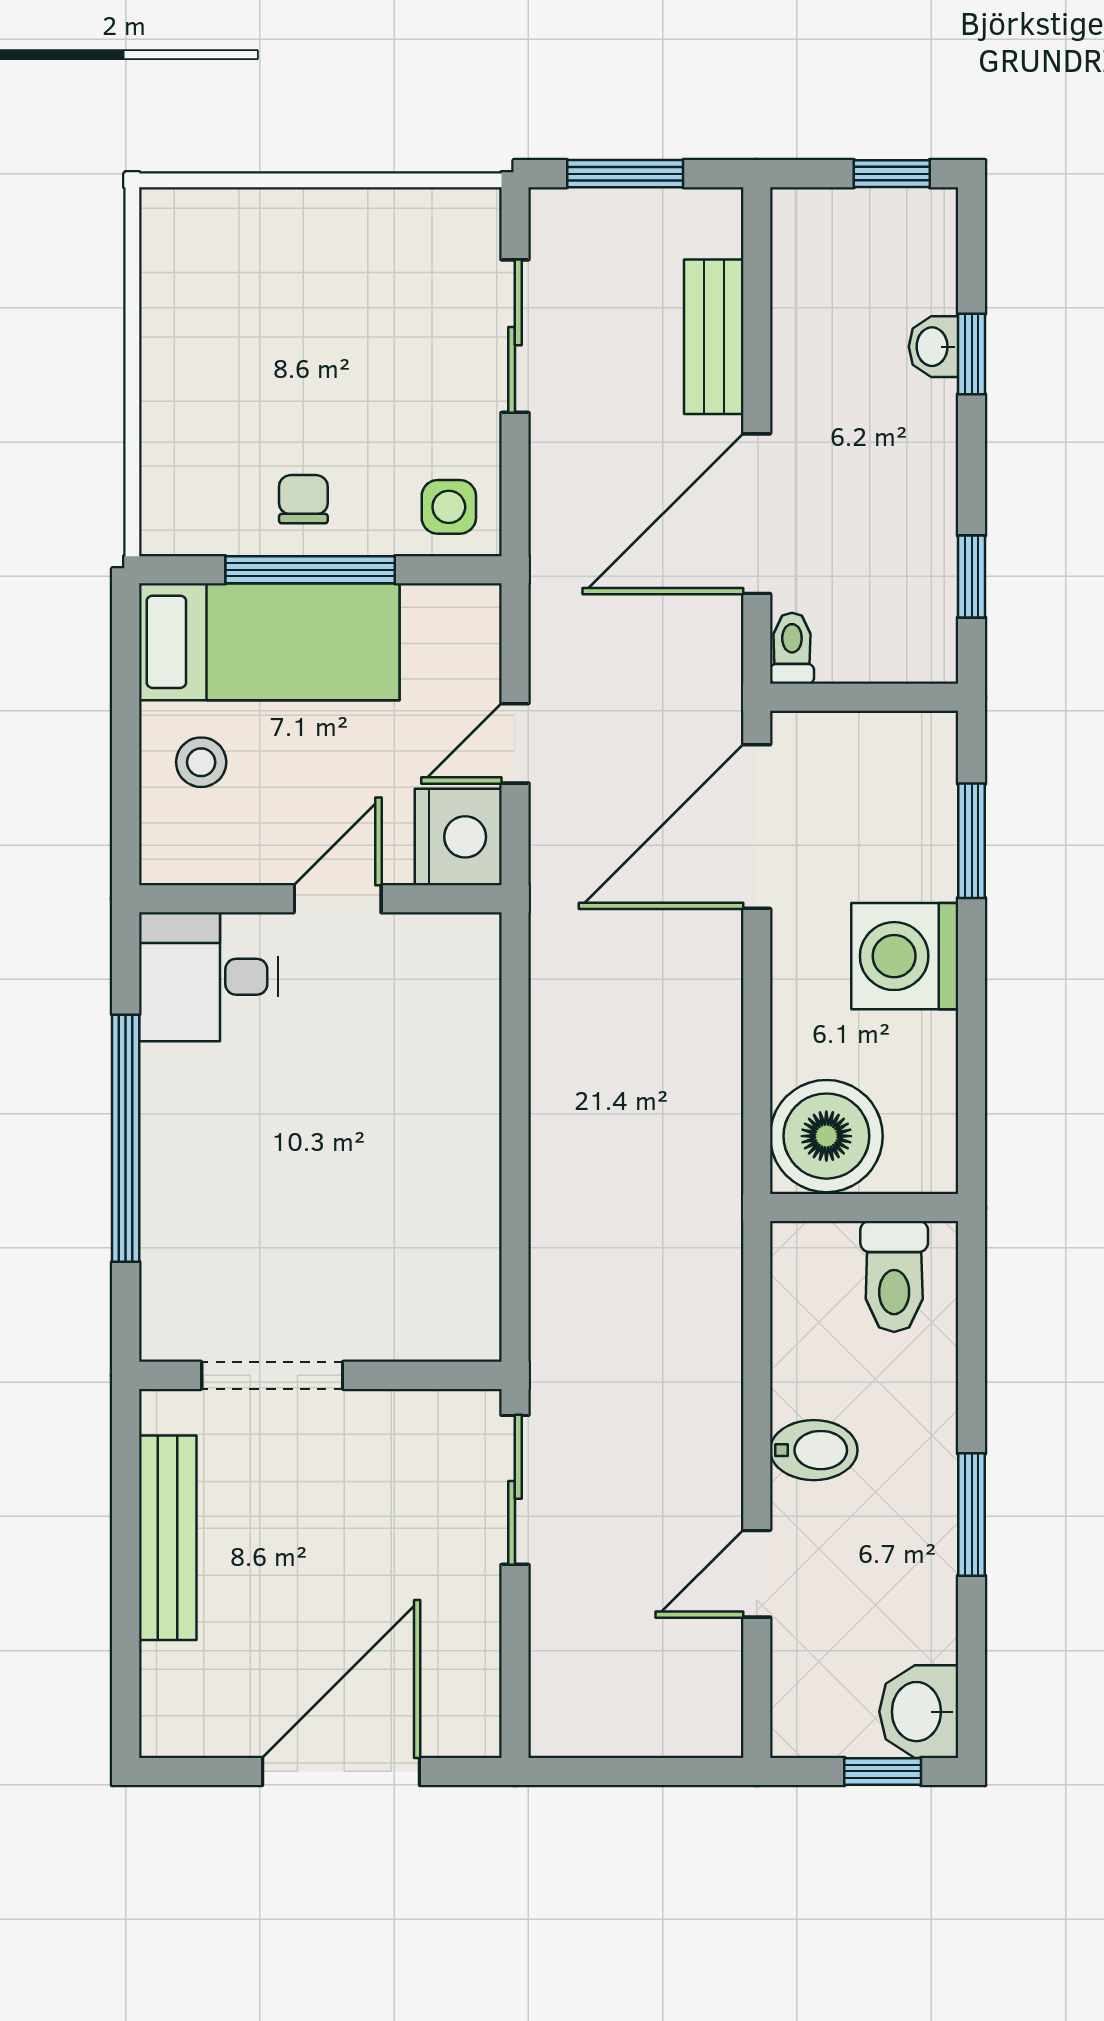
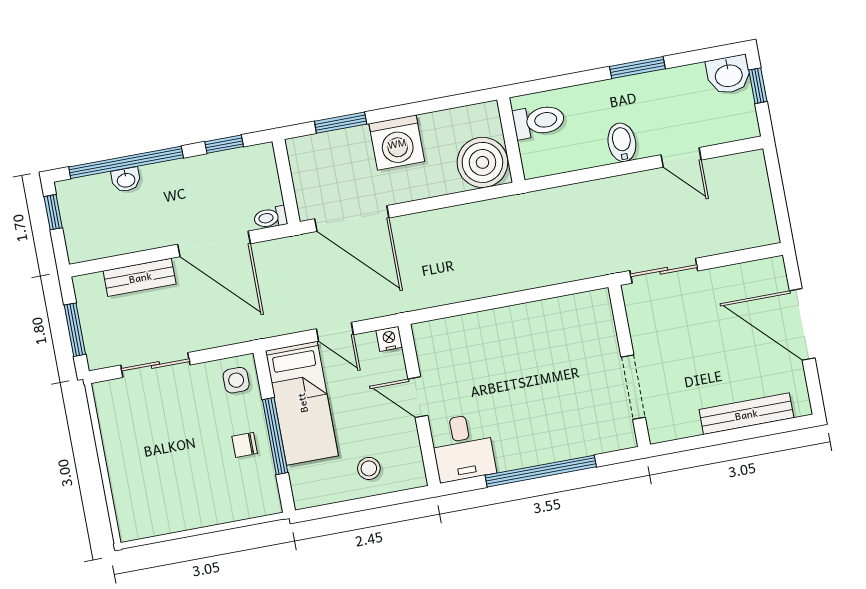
window: (972, 354) -> (126, 162), width x3.17
bed: (269, 642) -> (302, 403), moved, turned 180
nightstand: (458, 837) -> (389, 339), width x0.53, depth x0.56
bench: (168, 1538) -> (746, 414), moved

